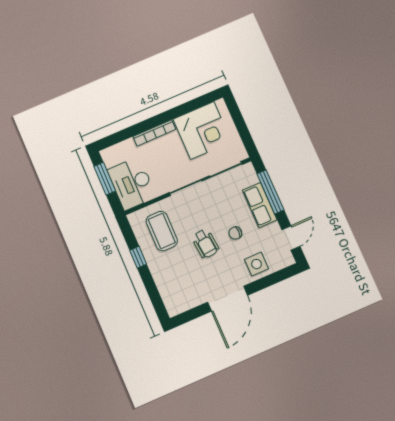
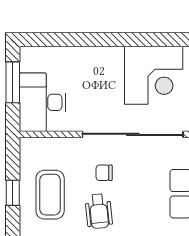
bookcase: (154, 133) -> (95, 53), removed
coffee table: (162, 231) -> (50, 195), moved
chair: (235, 233) -> (104, 173), moved

